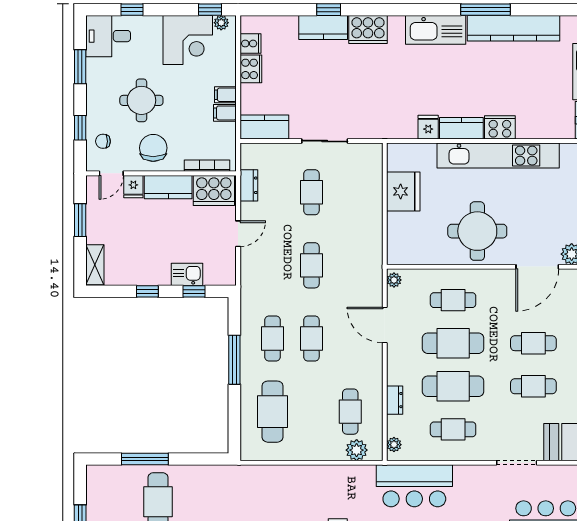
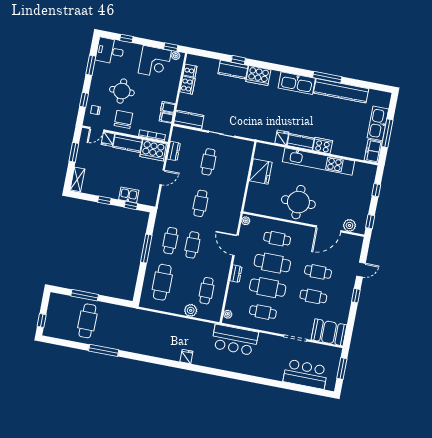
filing cabinet: (225, 95) -> (166, 118), moved
dresser: (395, 400) -> (236, 274), moved
plant: (357, 450) -> (191, 310), moved

